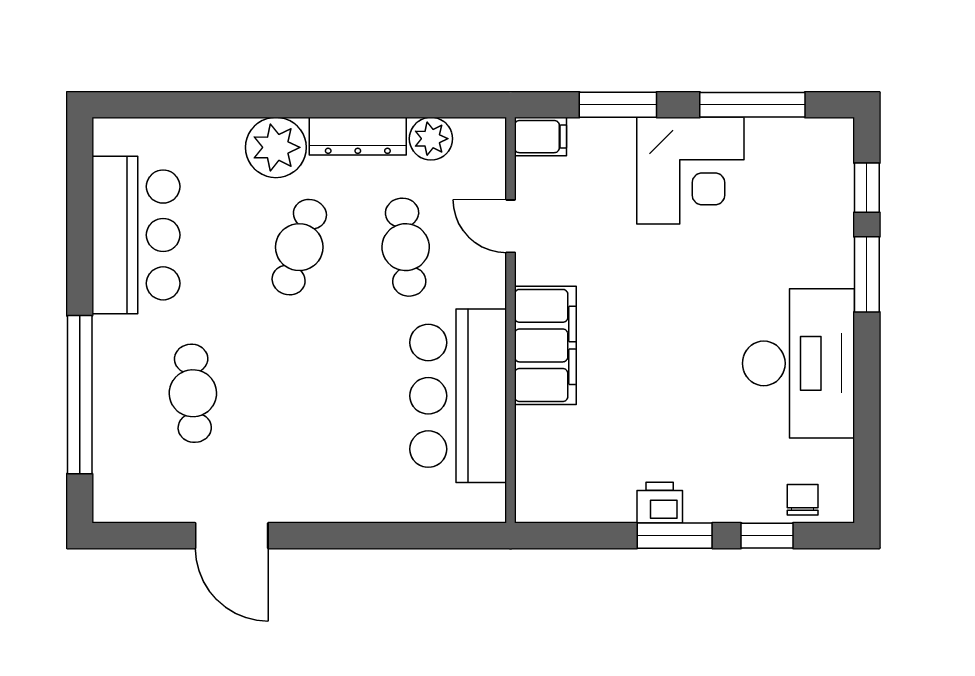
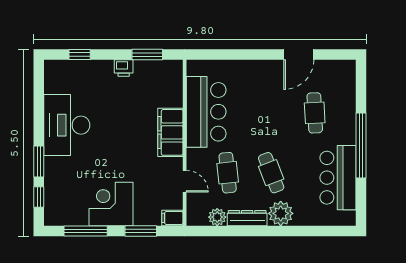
cafe table: (299, 247) -> (271, 173), turned -39
window: (80, 395) -> (361, 146), moved
chair: (803, 500) -> (65, 69), removed
door: (232, 536) -> (299, 55), swing flipped
window: (675, 536) -> (147, 55), moved

